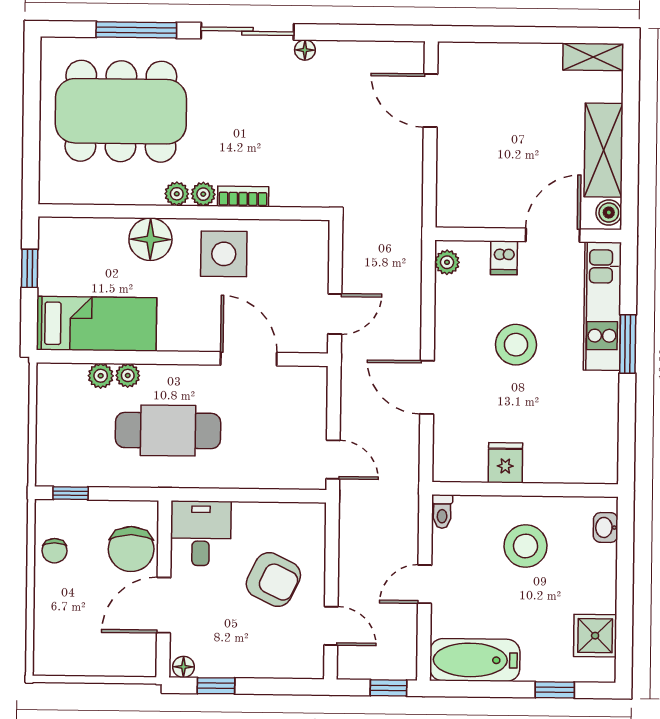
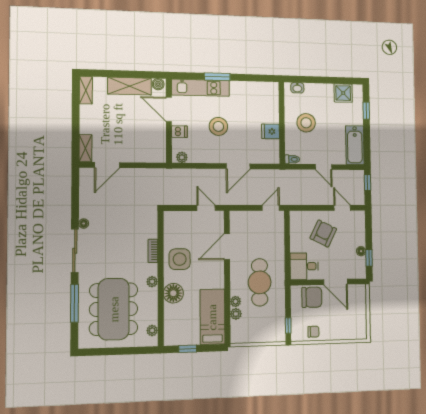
shelving: (467, 55) -> (85, 148), added
plant: (203, 194) -> (152, 330), moved
door: (331, 626) -> (342, 208), hinge flipped
floor lamp: (183, 667) -> (361, 251), moved

